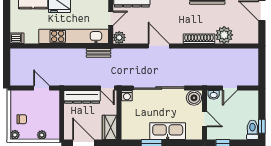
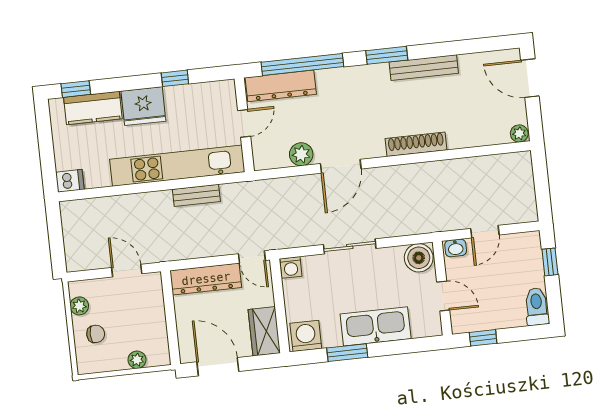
plant: (224, 35) -> (519, 133), moved, width x0.53, depth x0.53
plant: (119, 37) -> (301, 154), moved
door: (159, 46) -> (341, 166), swing flipped
bench: (99, 53) -> (196, 195), moved
sliding door: (159, 88) -> (350, 246), width x0.54
window: (262, 126) -> (550, 262), moved
washing machine: (131, 132) -> (306, 336), added
plant: (15, 135) -> (79, 306), moved

